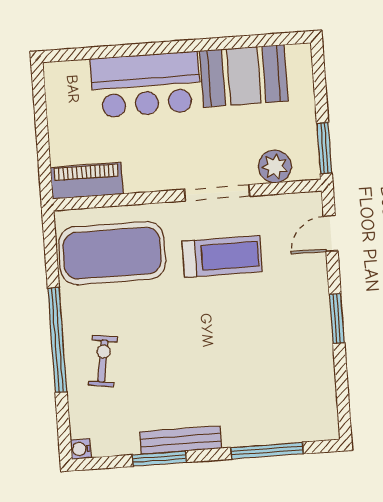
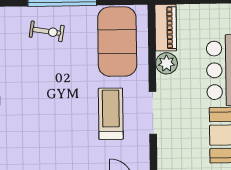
plant: (275, 166) -> (167, 63), moved
treadmill: (222, 256) -> (111, 114), turned 180

